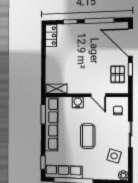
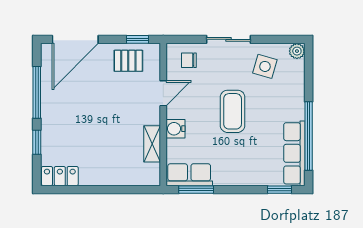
window: (130, 69) -> (137, 39), moved
shelving: (56, 89) -> (152, 144), moved
row of seats: (52, 124) -> (189, 175), width x0.50
coffee table: (88, 136) -> (233, 111), turned 90

